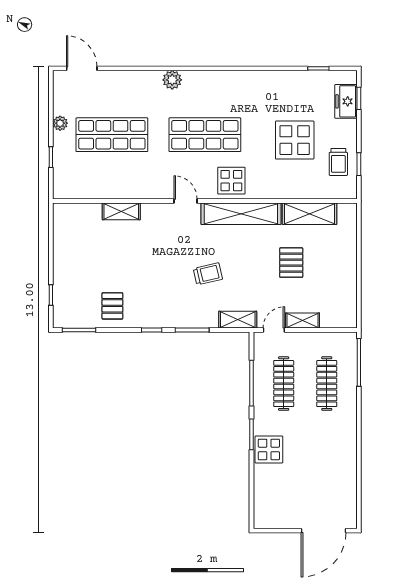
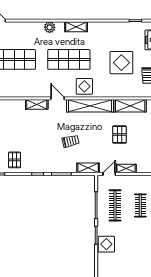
shelving: (217, 79) -> (76, 27), added
shelving: (121, 211) -> (37, 104), moved
clothes rail: (327, 384) -> (140, 205), width x0.73

